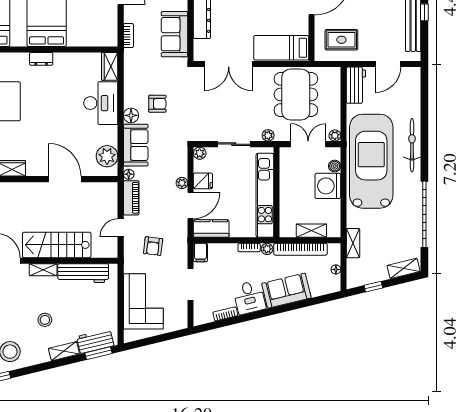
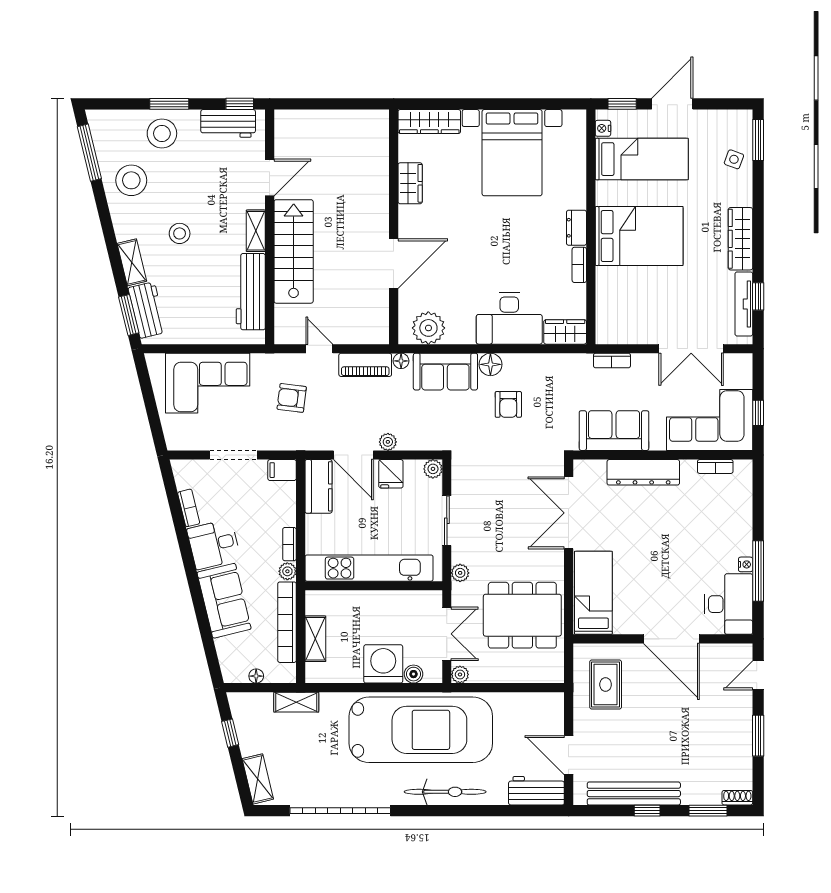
bookcase: (66, 57) -> (579, 265), added
workbench: (356, 85) -> (536, 791), moved, turned 180

